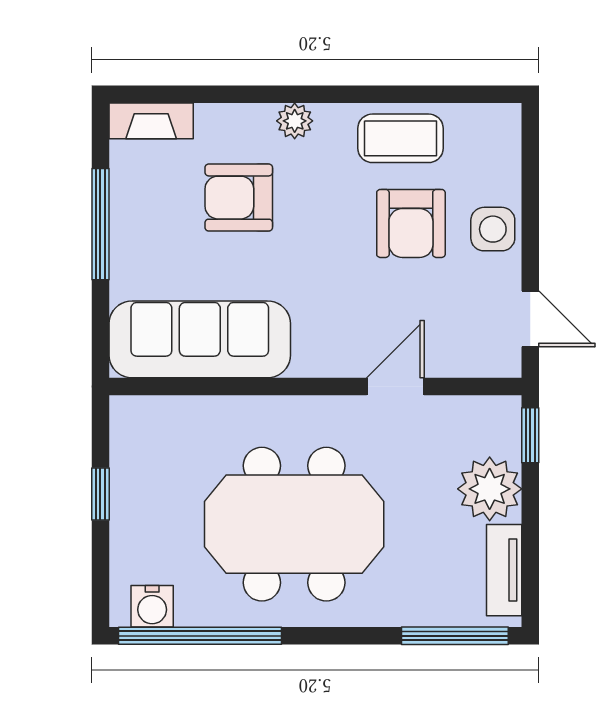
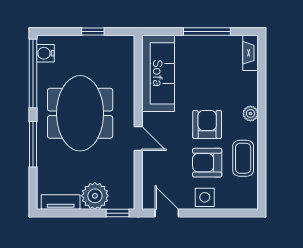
armchair: (239, 198) -> (207, 124), moved
door: (530, 319) -> (167, 213), swing flipped
door: (395, 387) -> (138, 138), moved
window: (455, 636) -> (33, 144), moved

